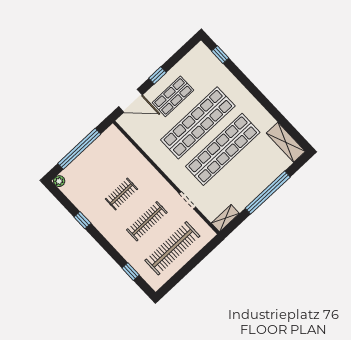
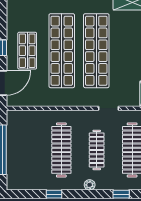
plant: (59, 181) -> (90, 185), moved
clothes rail: (121, 194) -> (61, 150), width x1.86, depth x1.31

